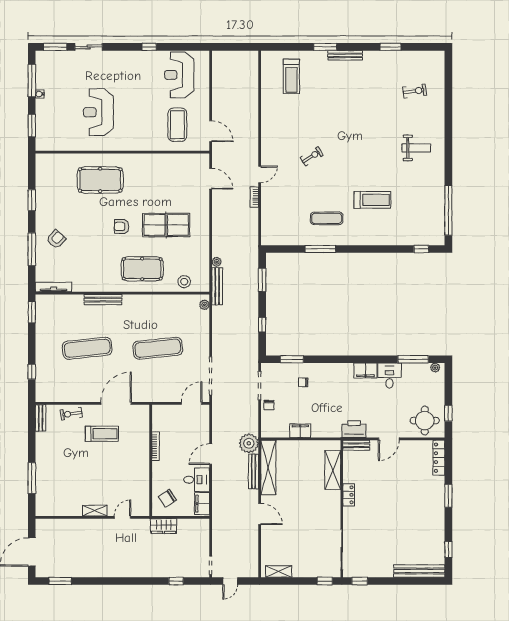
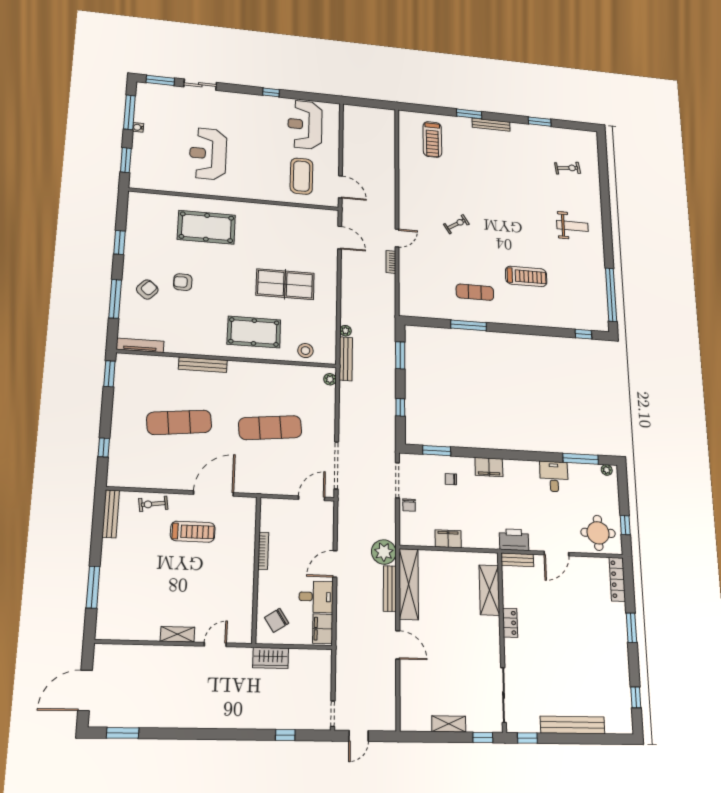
armchair: (122, 226) -> (183, 282), moved
filing cabinet: (365, 371) -> (489, 467), moved
bench: (41, 418) -> (111, 514), width x1.36
shelving: (279, 571) -> (449, 724), moved
bench: (419, 571) -> (573, 725), moved

